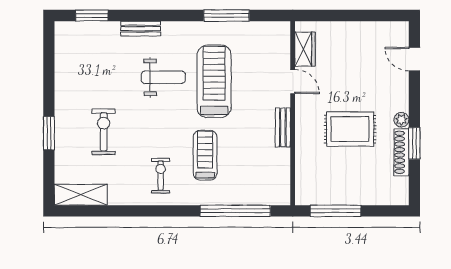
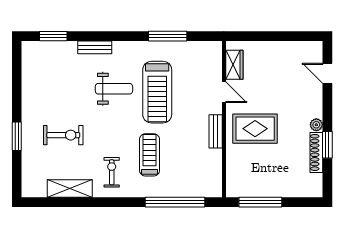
treadmill: (214, 81) -> (157, 92), turned 180
rug: (350, 129) -> (255, 129), moved
exercise bike: (104, 132) -> (63, 135), turned 90
shelving: (81, 195) -> (70, 189), moved

